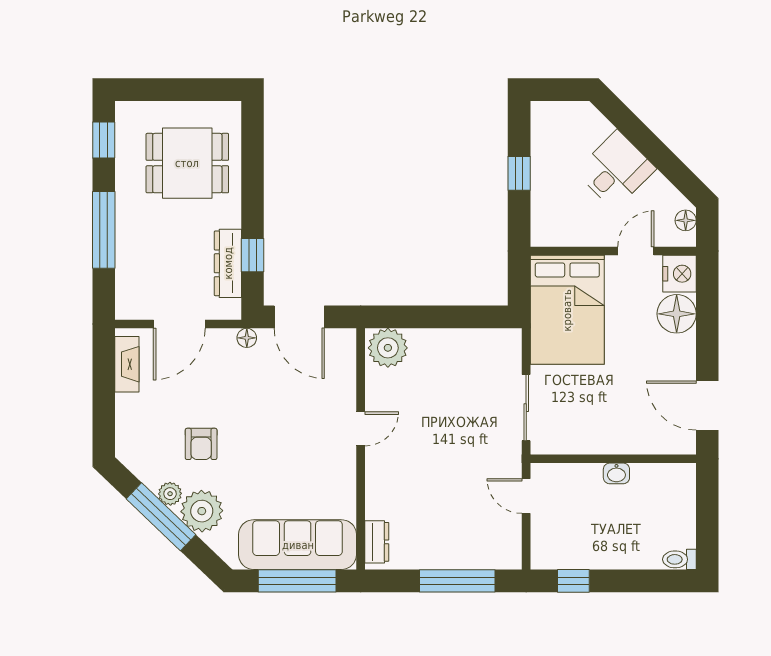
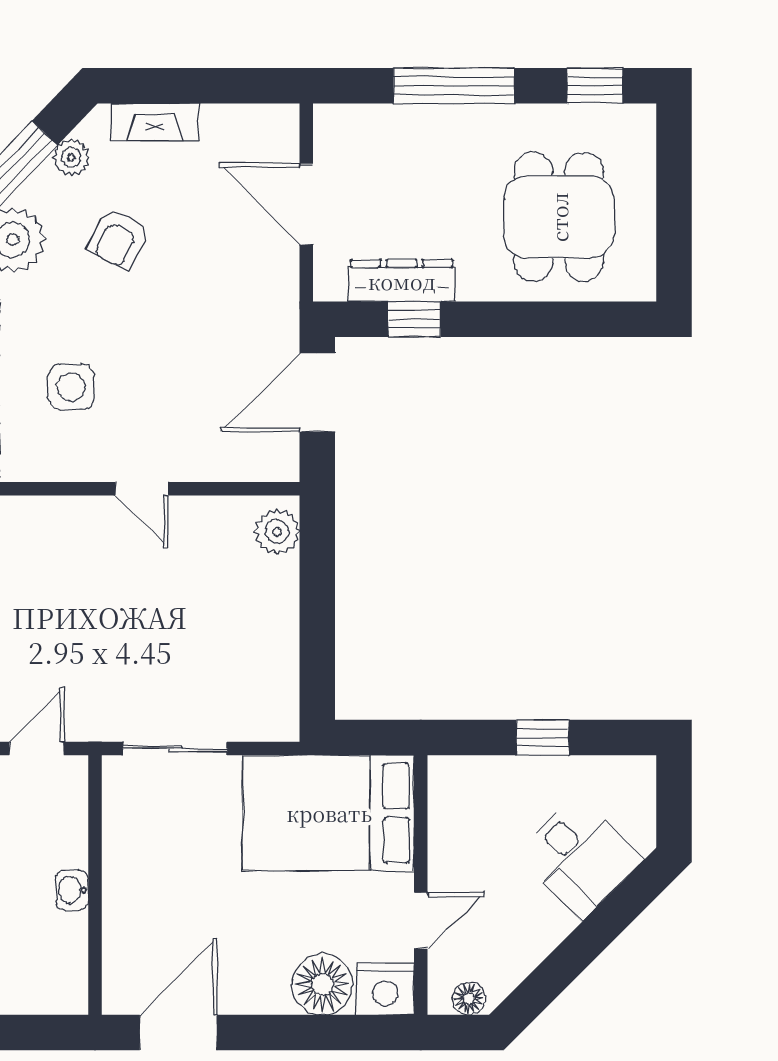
desk: (616, 170) -> (580, 857), moved
door: (636, 251) -> (421, 921), hinge flipped
floor lamp: (247, 338) -> (285, 310), removed
plant: (388, 348) -> (277, 532), width x0.73, depth x0.73
fireplace: (127, 364) -> (155, 122), moved
armchair: (201, 444) -> (118, 239), turned -63
side table: (296, 474) -> (71, 387), added
plant: (170, 494) -> (71, 157), moved

